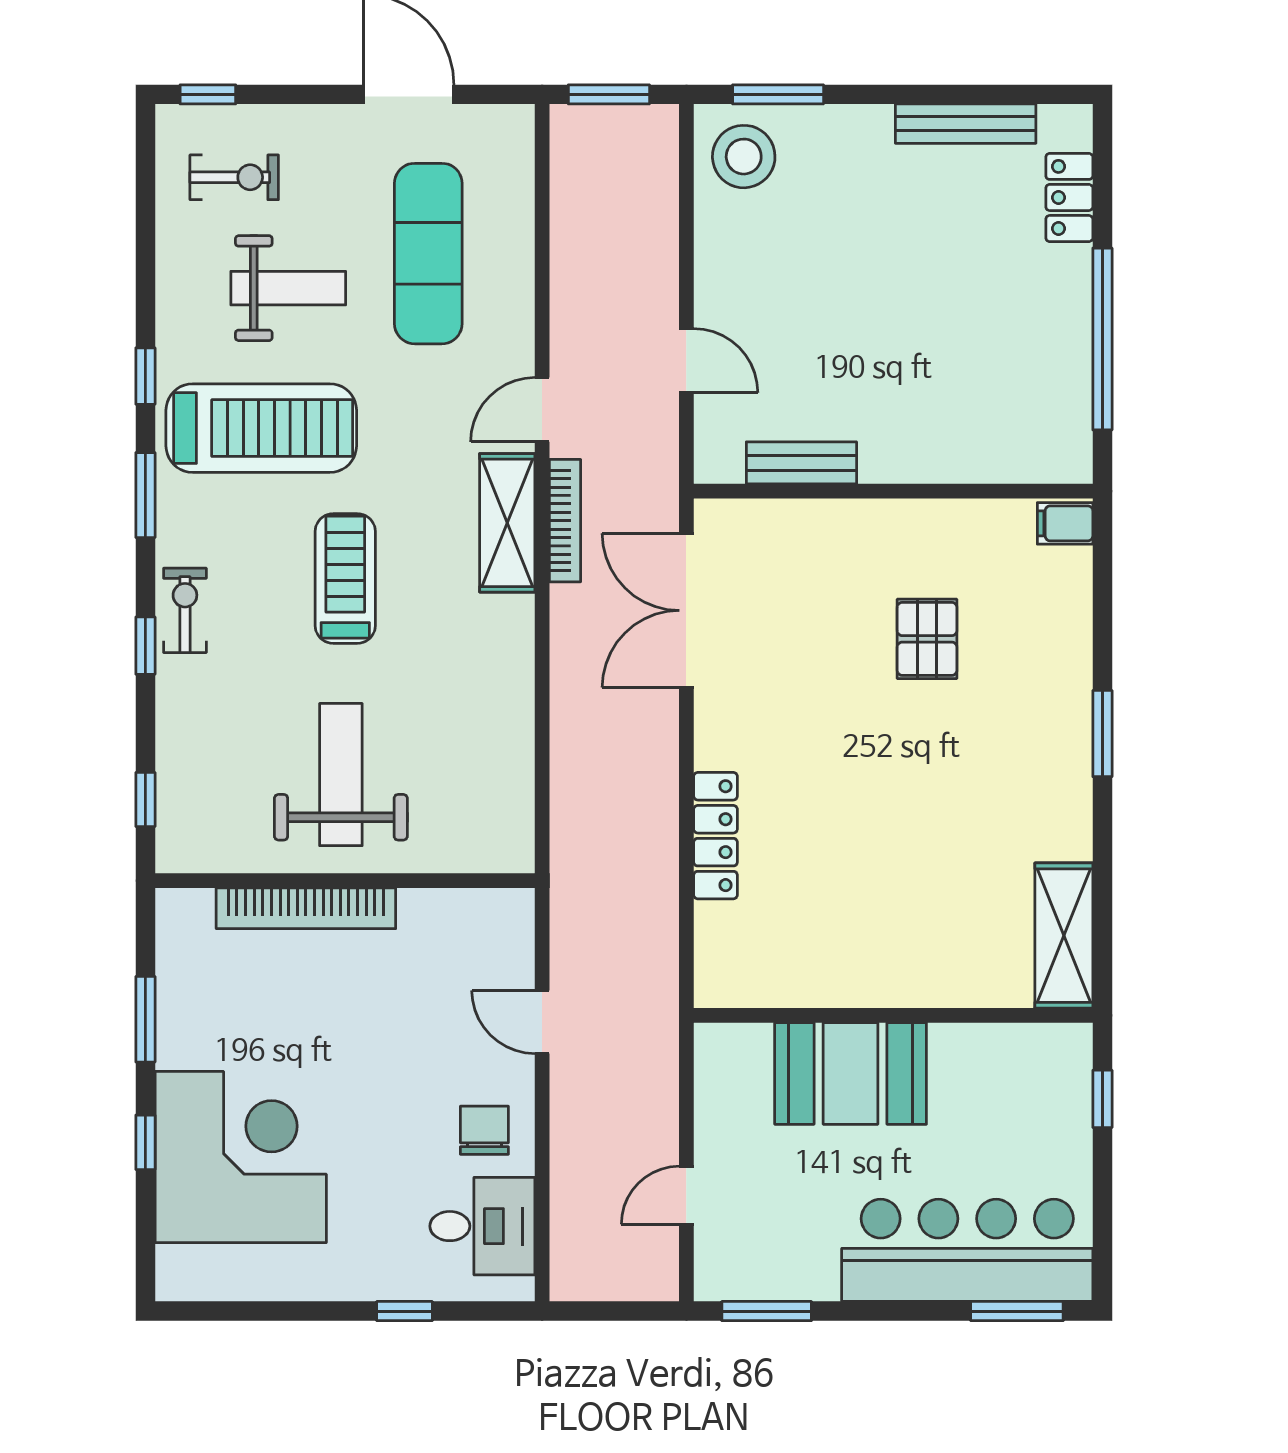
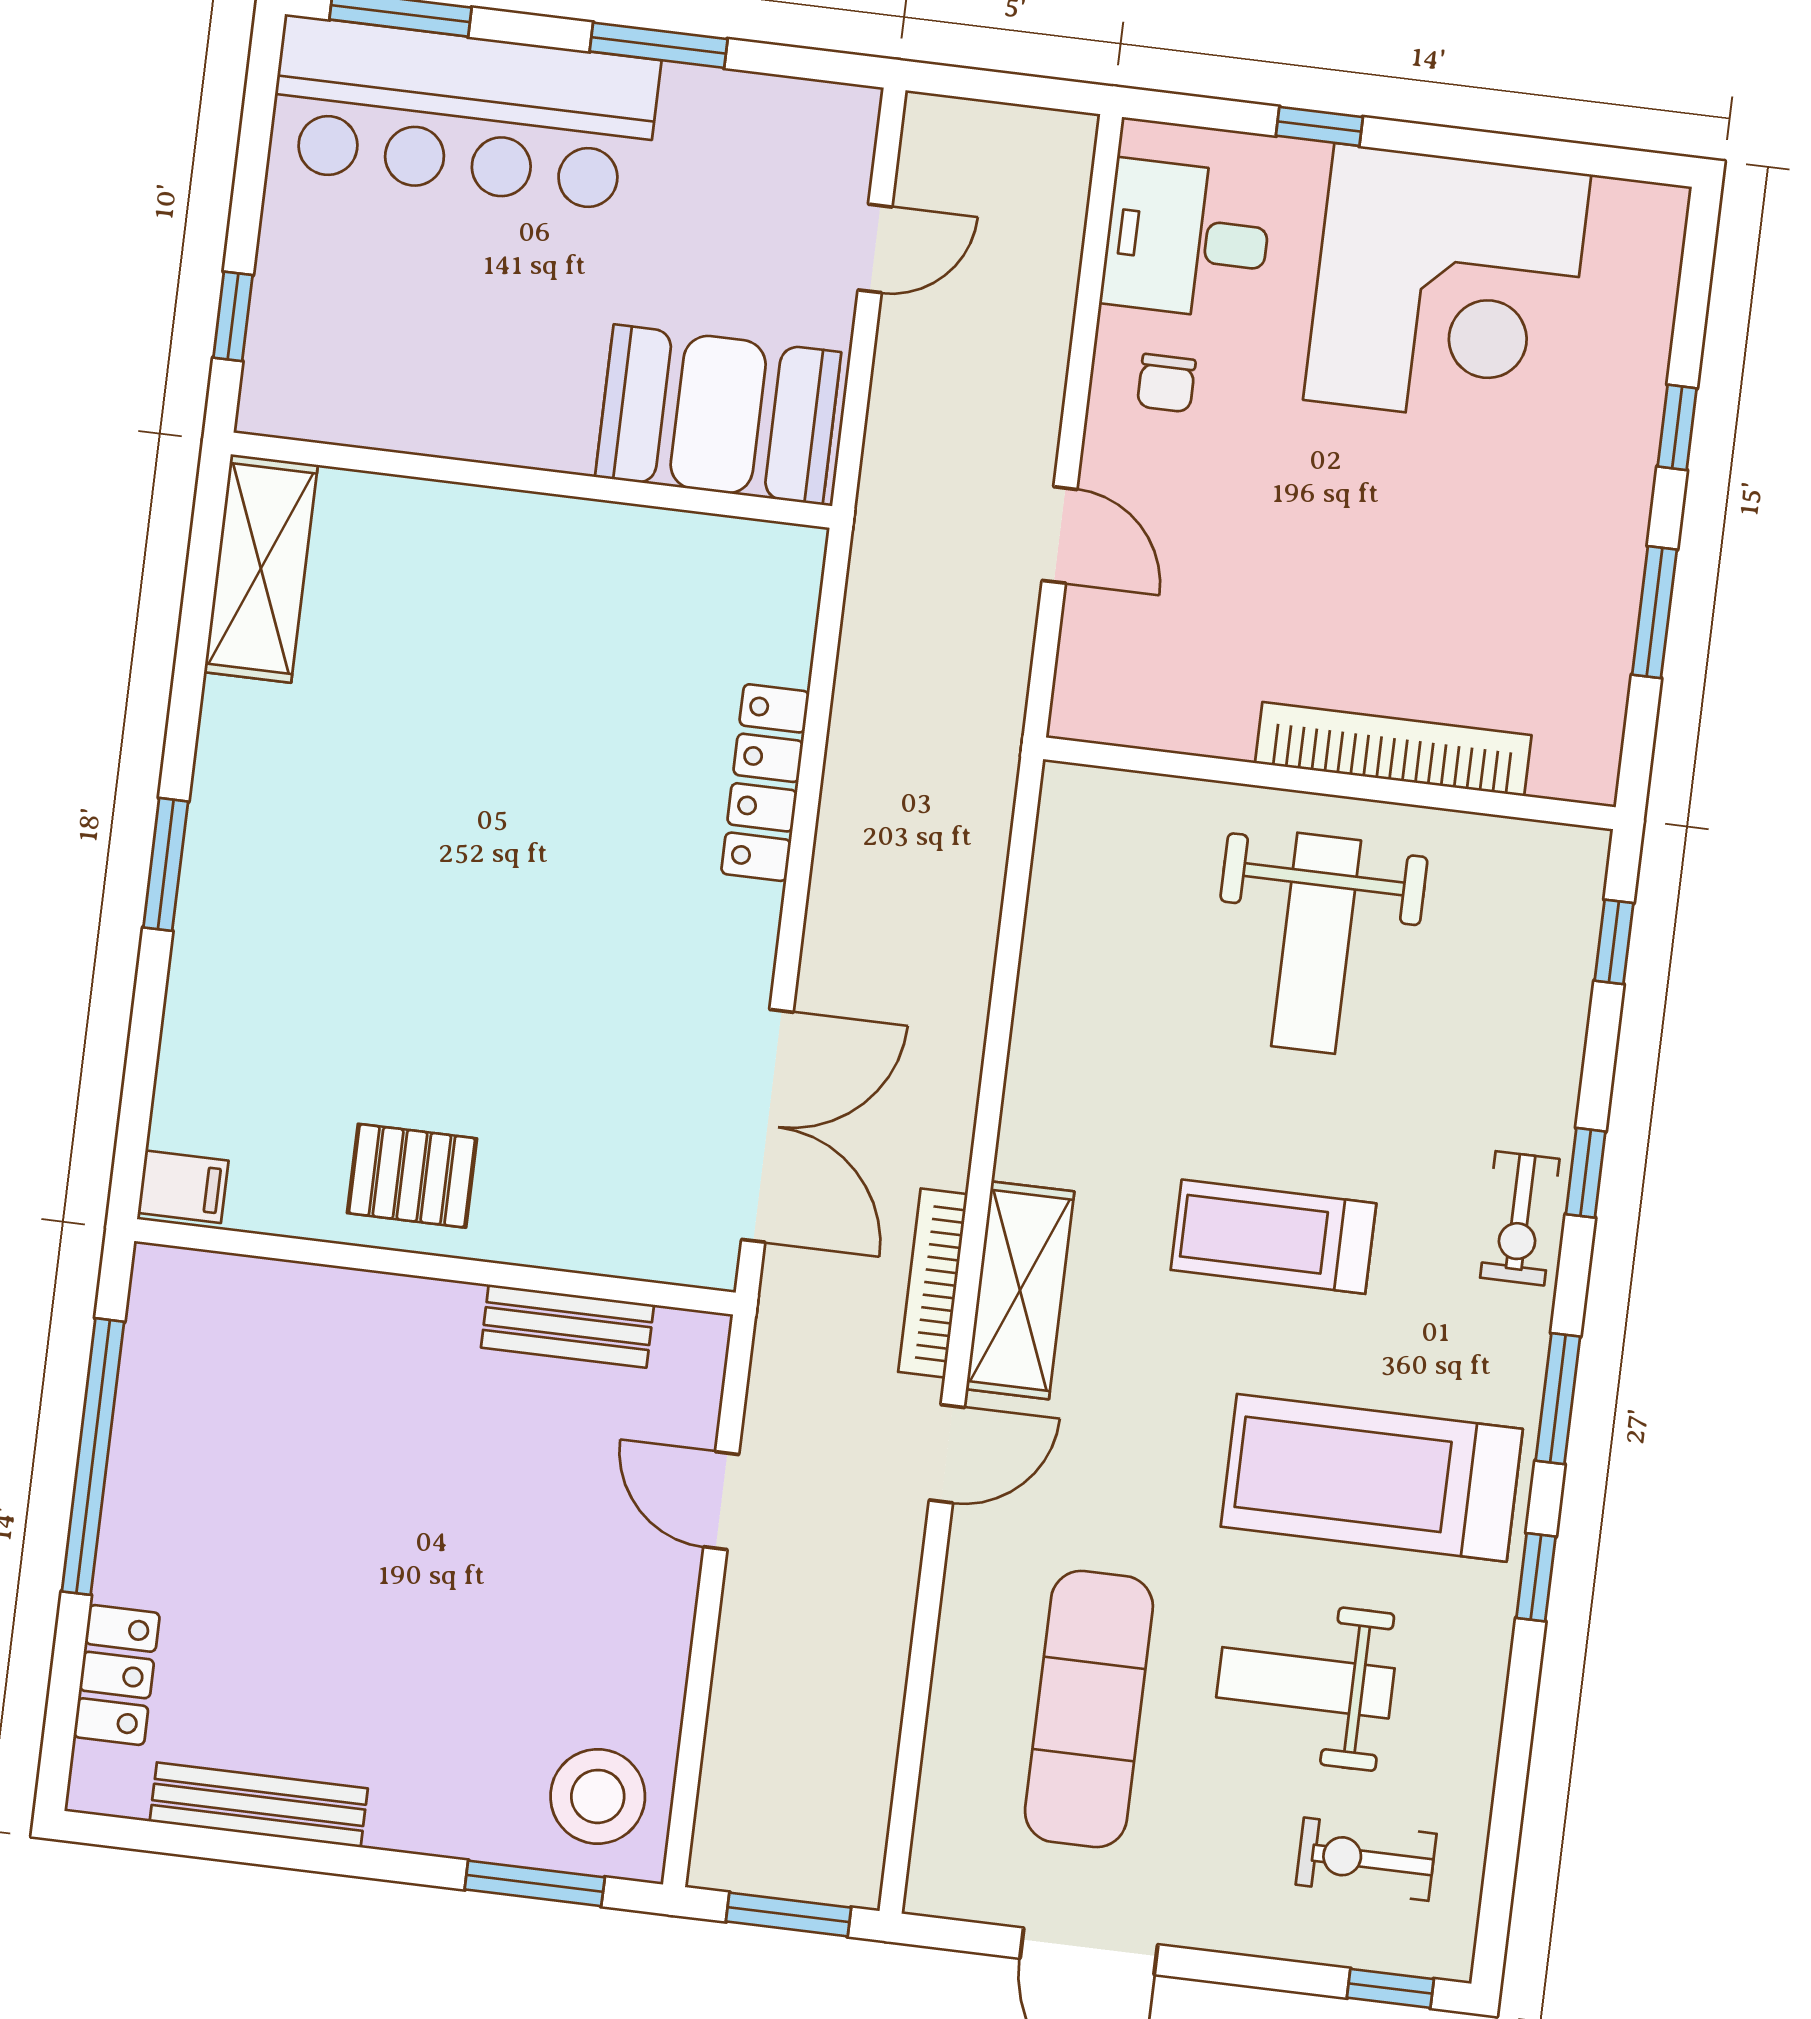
treadmill: (345, 579) -> (1273, 1237), turned 90
pallet: (927, 639) -> (412, 1176), moved, turned 90
booth: (851, 1073) -> (718, 415), moved
chair: (484, 1130) -> (1166, 383), width x0.73, depth x0.73
corner desk: (241, 1157) -> (1447, 287), moved, turned -90
window: (767, 1311) -> (659, 45), moved

